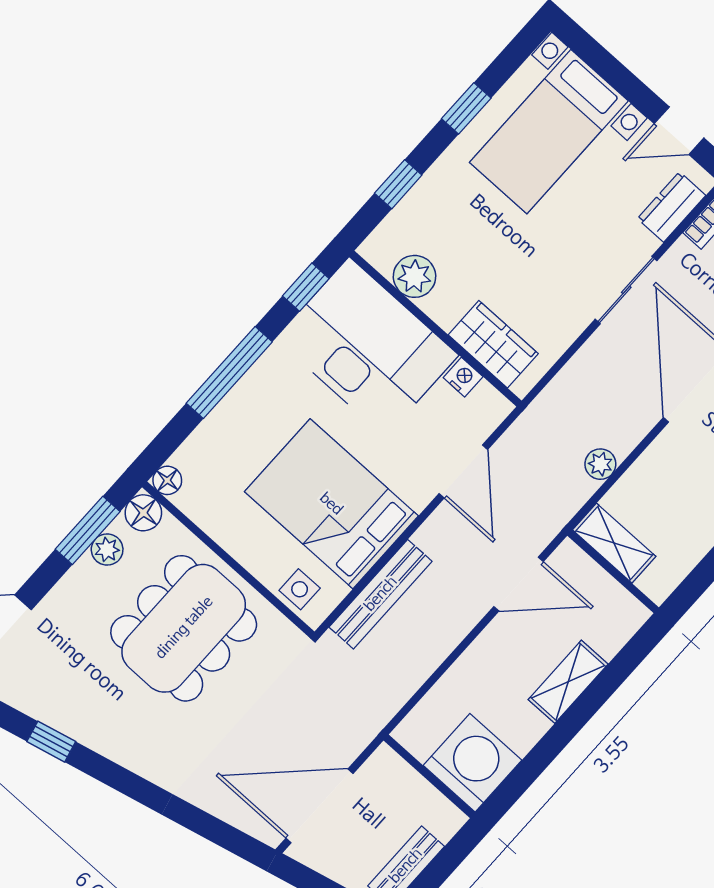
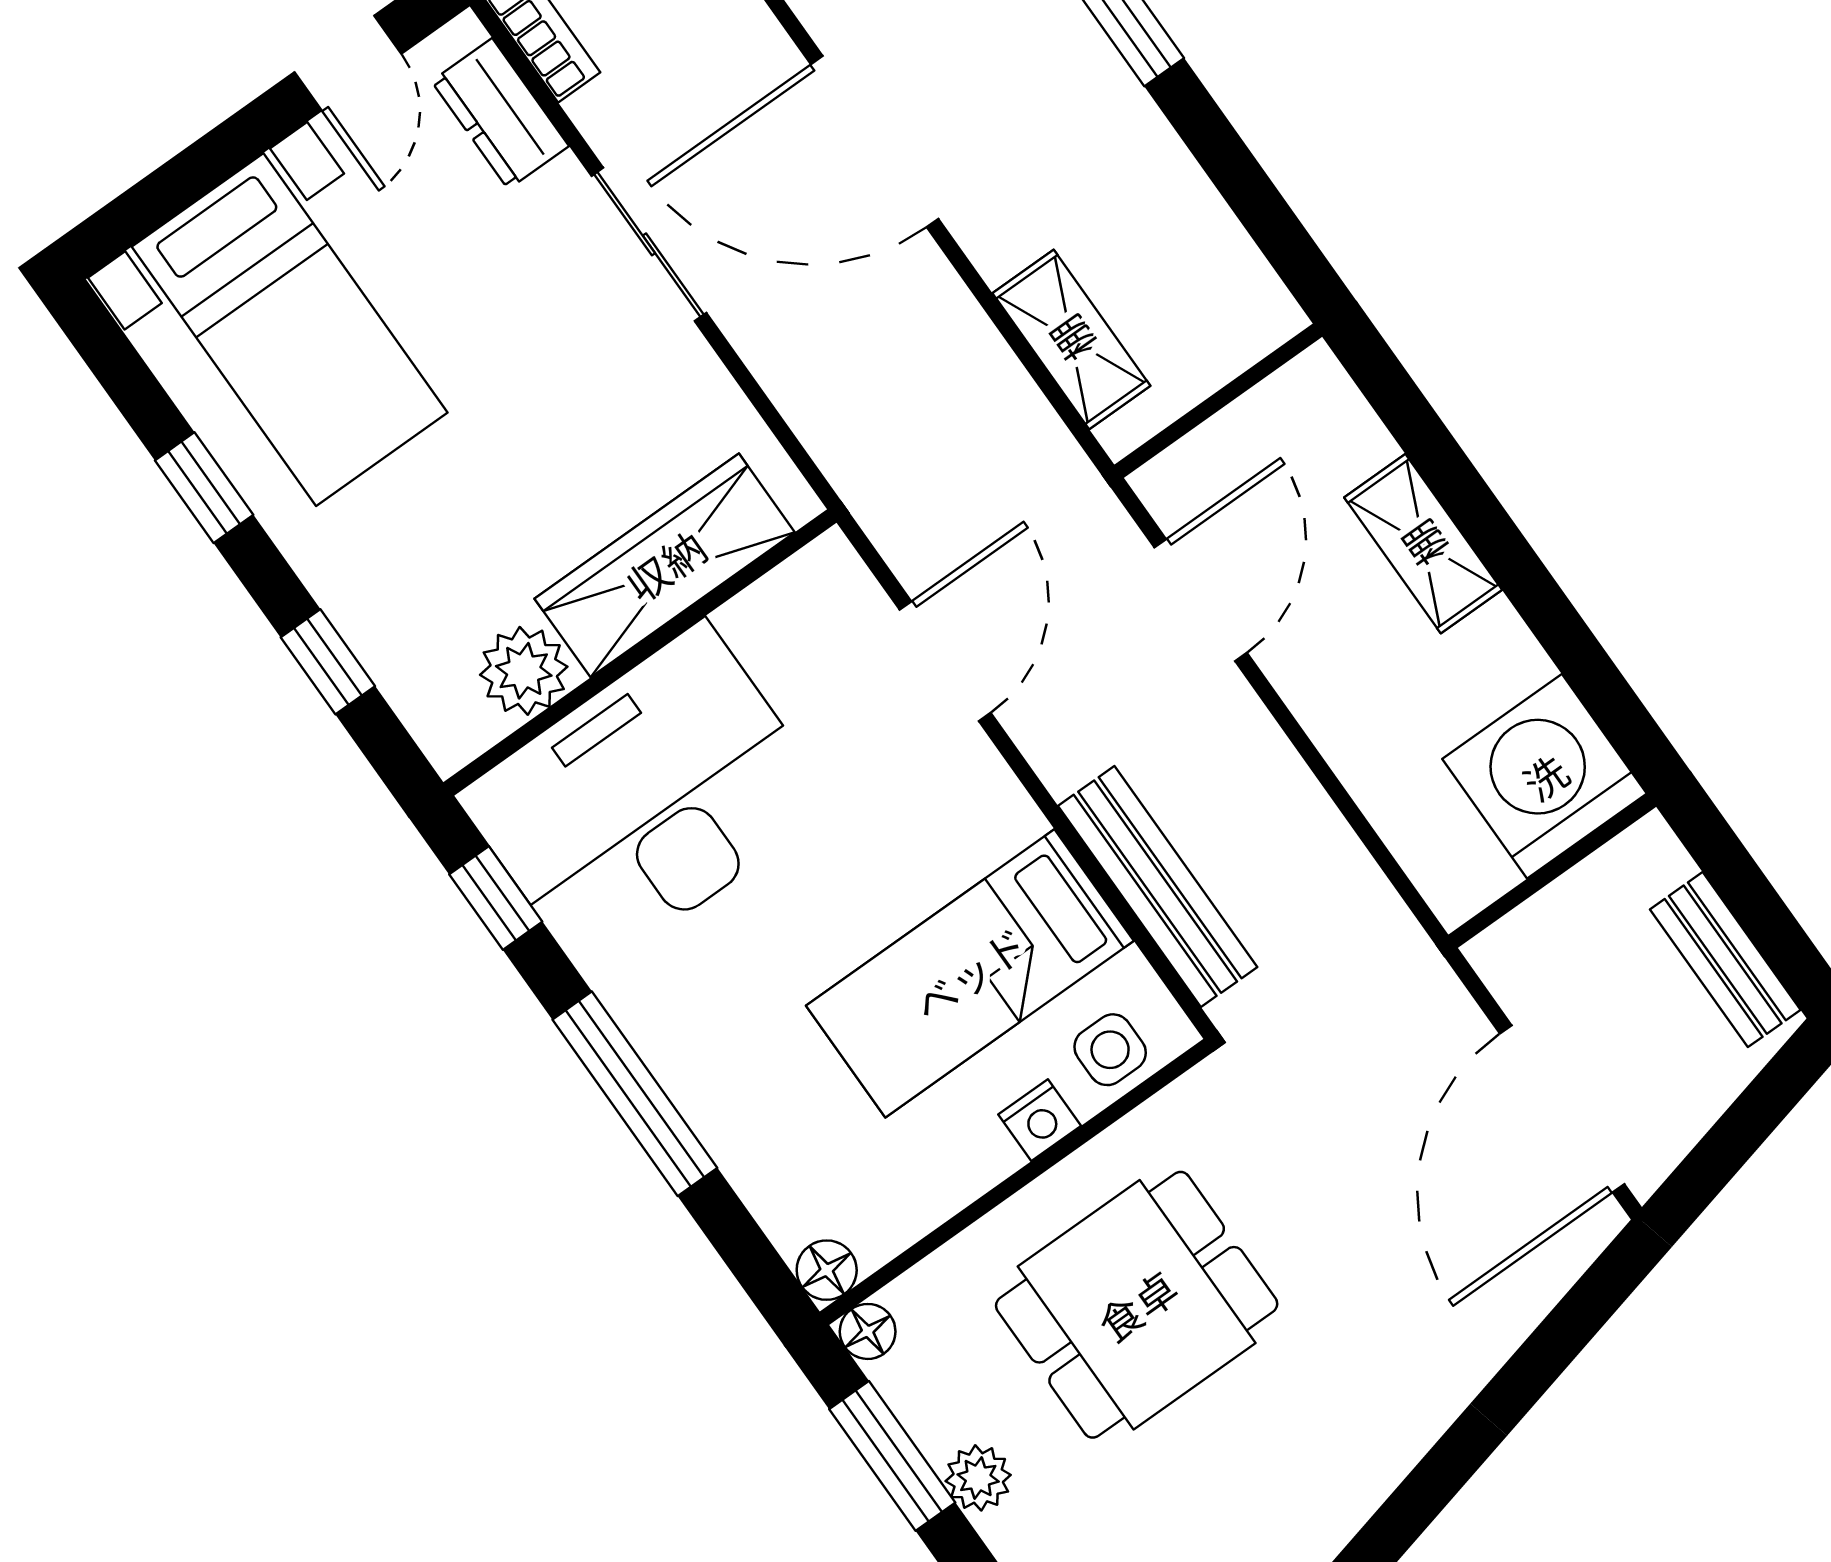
wardrobe: (493, 344) -> (665, 565), width x1.50
nightstand: (463, 377) -> (1040, 1120), moved, turned 180
plant: (600, 464) -> (993, 377), removed
door: (463, 472) -> (945, 661), hinge flipped
bed: (331, 504) -> (970, 973), width x0.67
floor lamp: (143, 513) -> (868, 1331), width x0.73, depth x0.73
shelving: (614, 543) -> (1071, 339), moved, turned 90
plant: (107, 550) -> (978, 1478), moved
dining table: (184, 628) -> (1137, 1305), width x0.73

